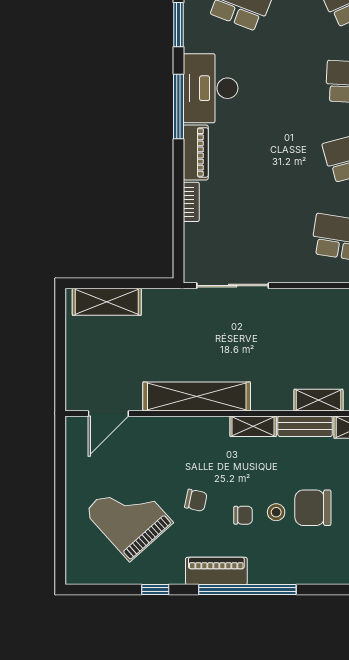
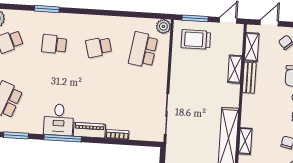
desk: (211, 88) -> (59, 120), width x0.73
shelving: (253, 426) -> (245, 141), moved

